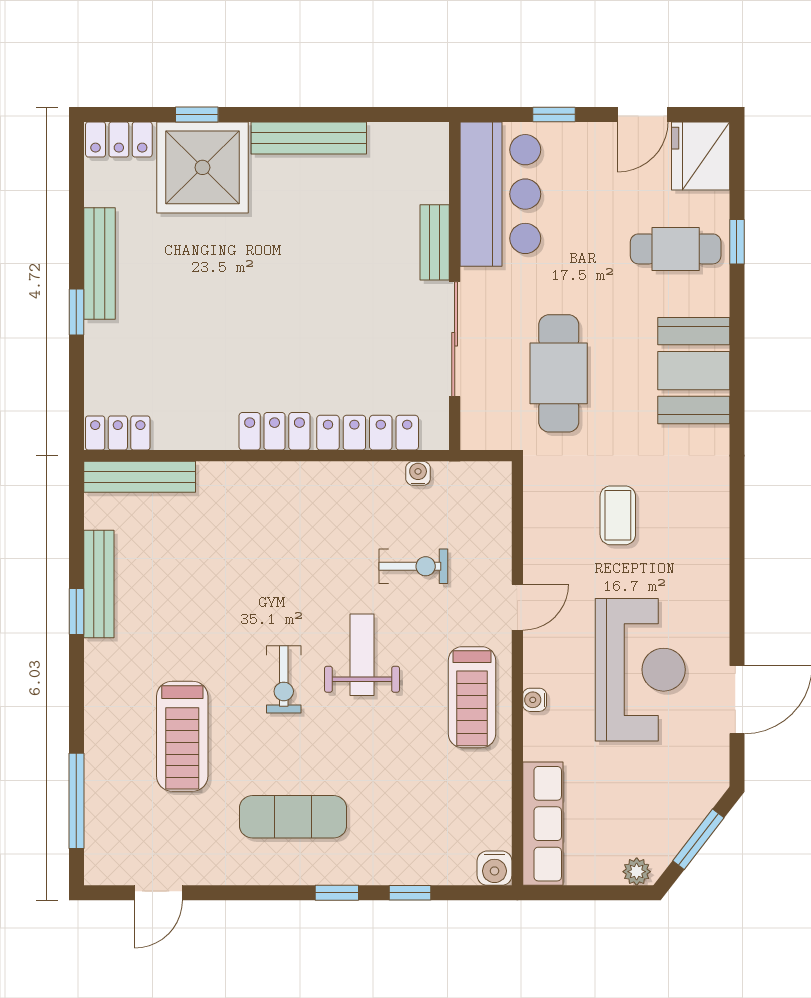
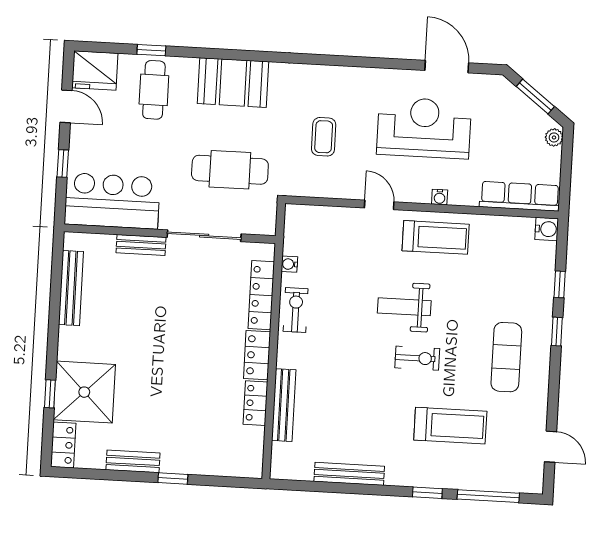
bench: (309, 138) -> (71, 288), moved
bench: (99, 264) -> (133, 461), width x0.73
locker: (118, 433) -> (255, 403), moved
bench: (140, 477) -> (284, 405), moved
coffee table: (618, 515) -> (324, 137), turned 90
exercise bike: (413, 566) -> (296, 310), moved
window: (76, 612) -> (427, 493), moved

